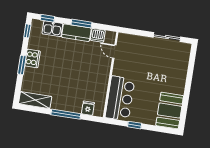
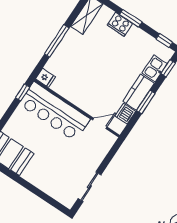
cooker: (32, 58) -> (120, 24), moved
bar counter: (120, 98) -> (55, 112), width x1.36
fridge: (88, 108) -> (45, 78), moved
window: (135, 125) -> (23, 92), moved

